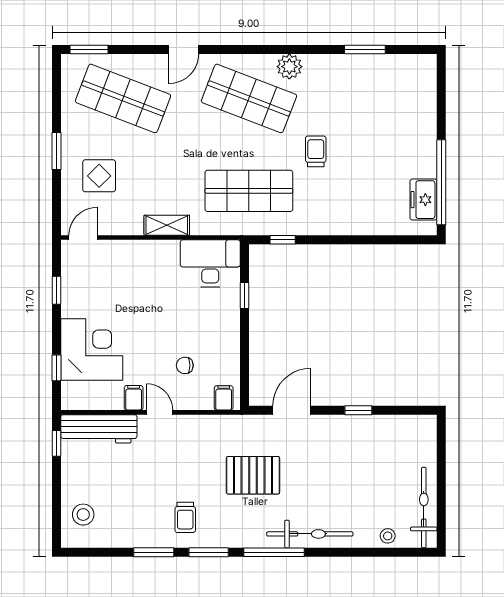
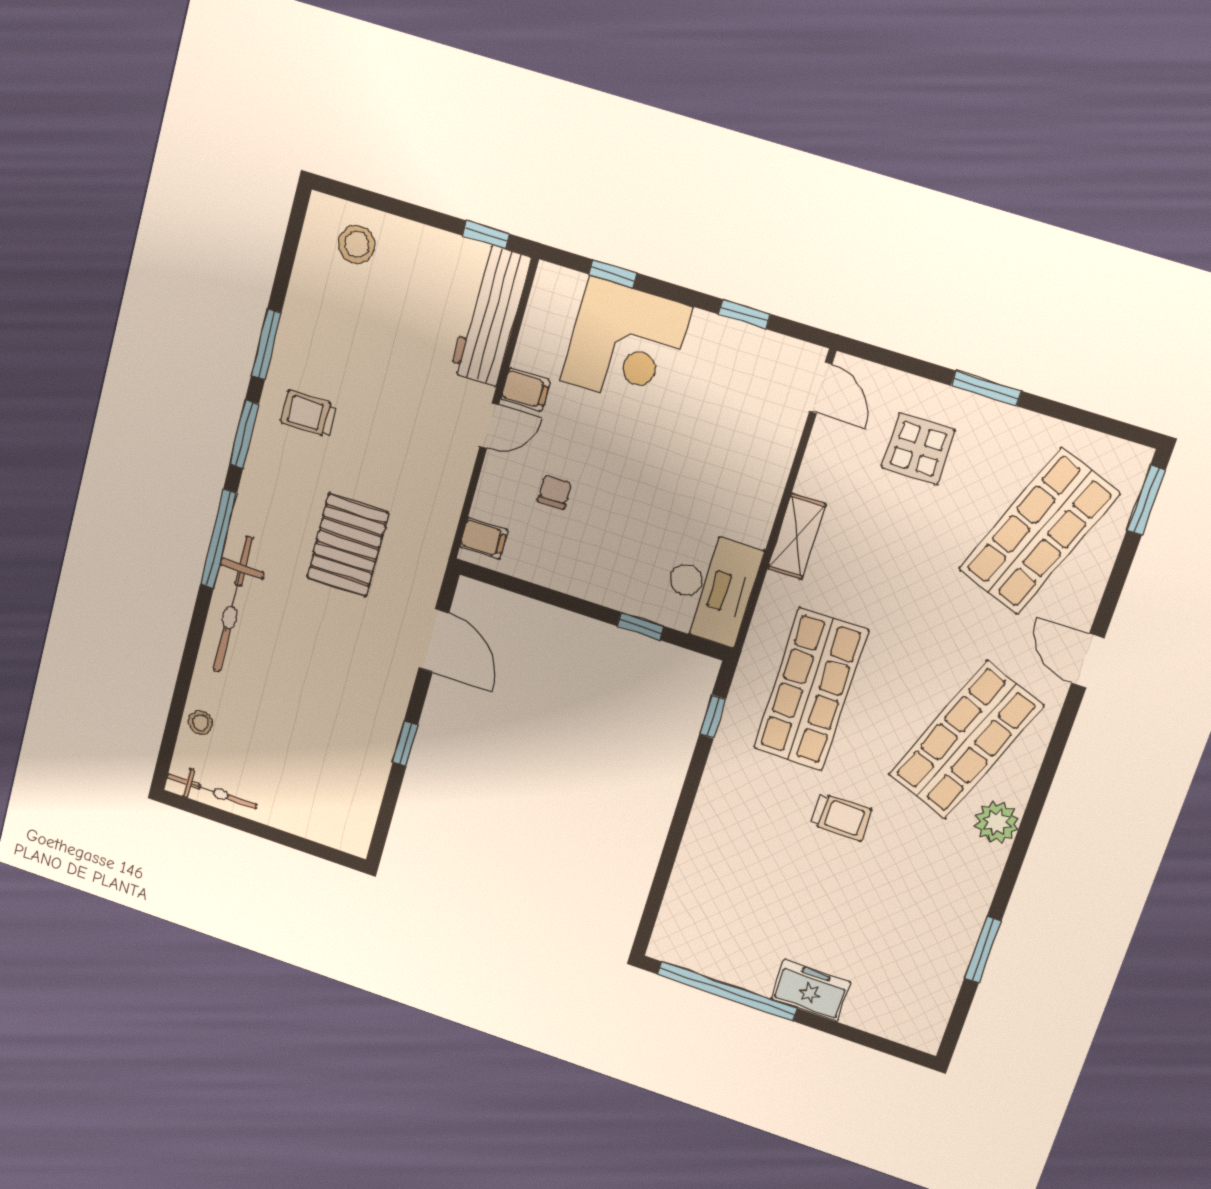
freezer: (424, 200) -> (811, 990), moved
bicycle: (424, 508) -> (212, 791), width x0.73, depth x0.71

